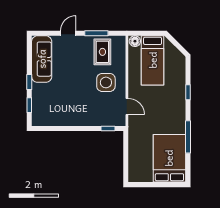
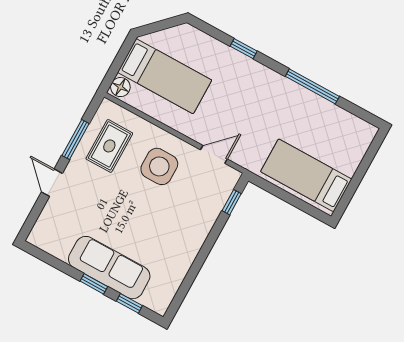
rug: (102, 52) -> (109, 146), turned 90
sofa: (42, 59) -> (109, 268), moved
bed: (169, 158) -> (306, 175), moved, width x0.67

